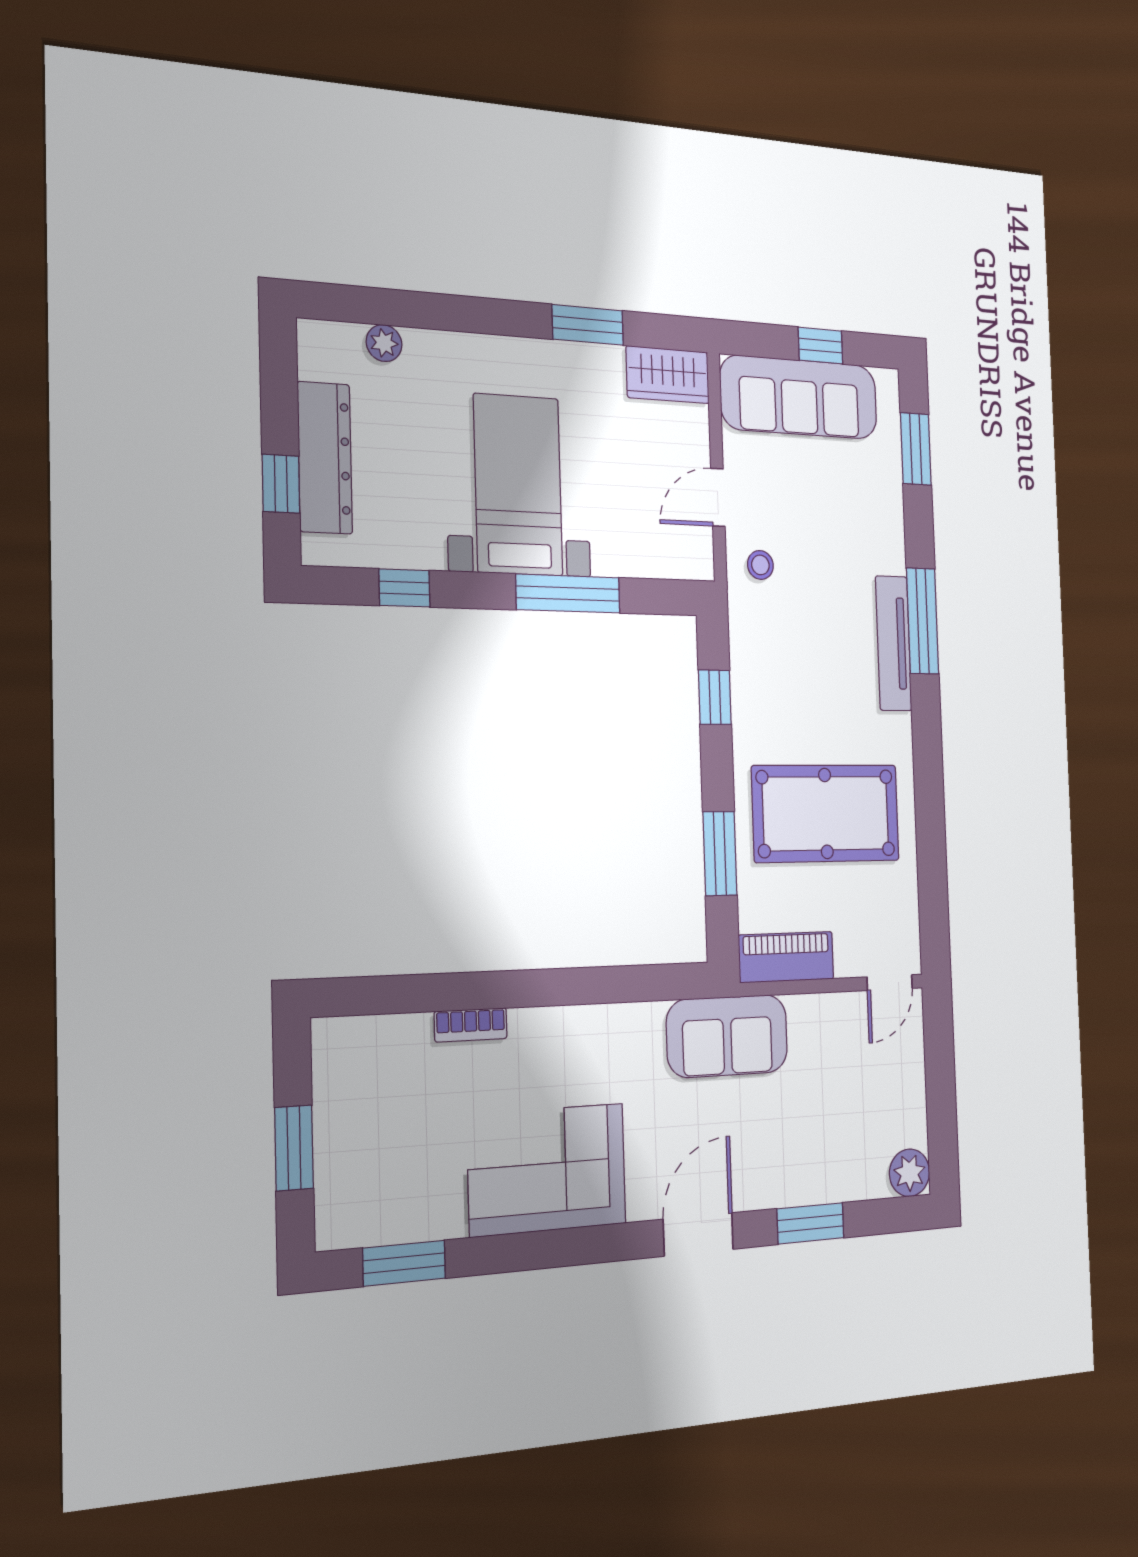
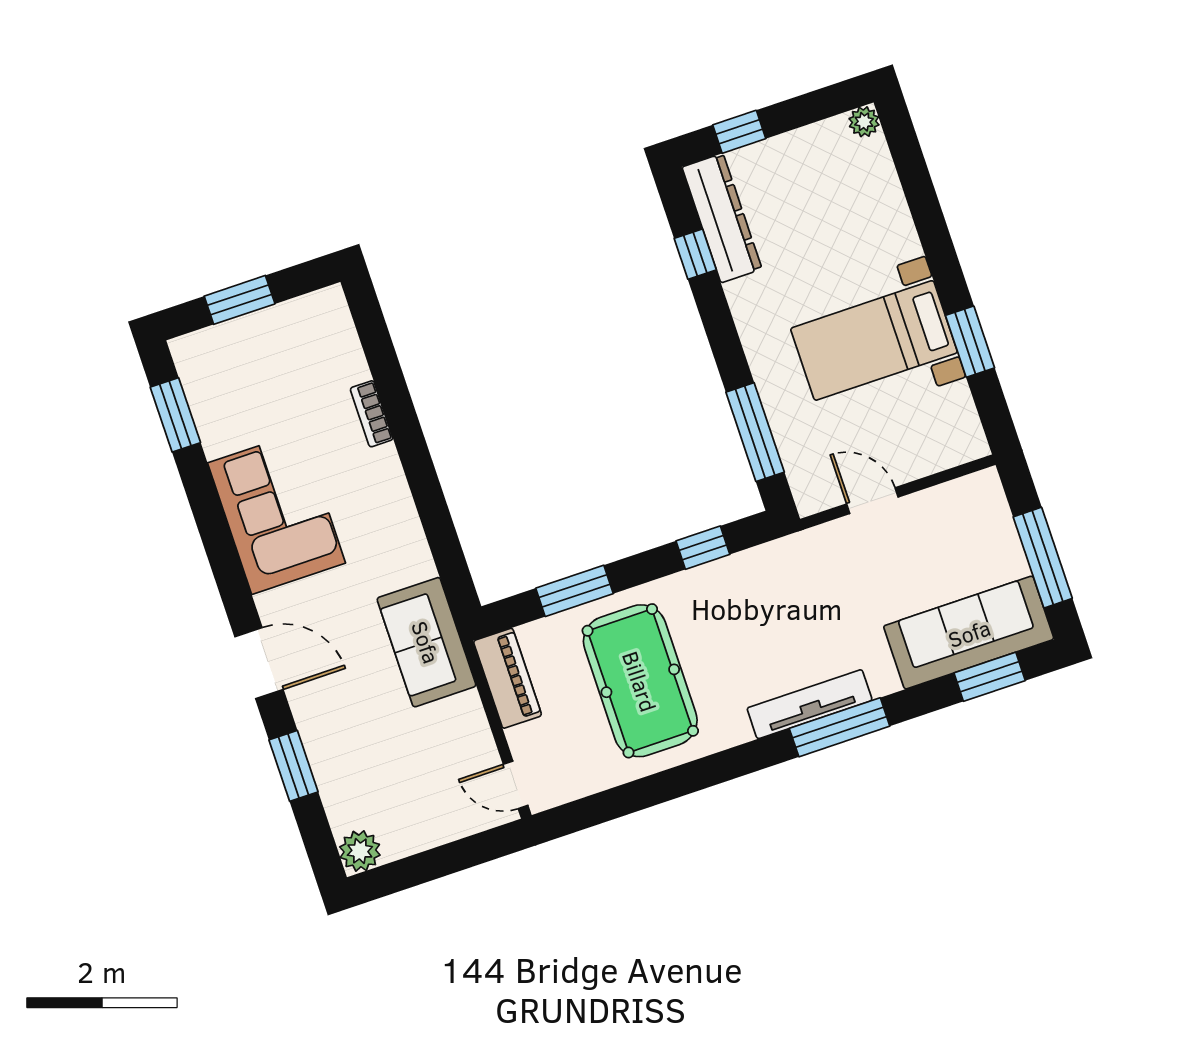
plant: (384, 343) -> (864, 122), moved
window: (820, 346) -> (1043, 558), width x2.17
wardrobe: (668, 375) -> (958, 424), removed
sofa: (799, 397) -> (969, 633), moved, turned 90
dresser: (325, 458) -> (722, 218), moved, turned -90
bed with nightstands: (518, 485) -> (874, 340), moved, turned 180
stool: (760, 565) -> (830, 557), removed
window: (568, 594) -> (755, 432), moved

